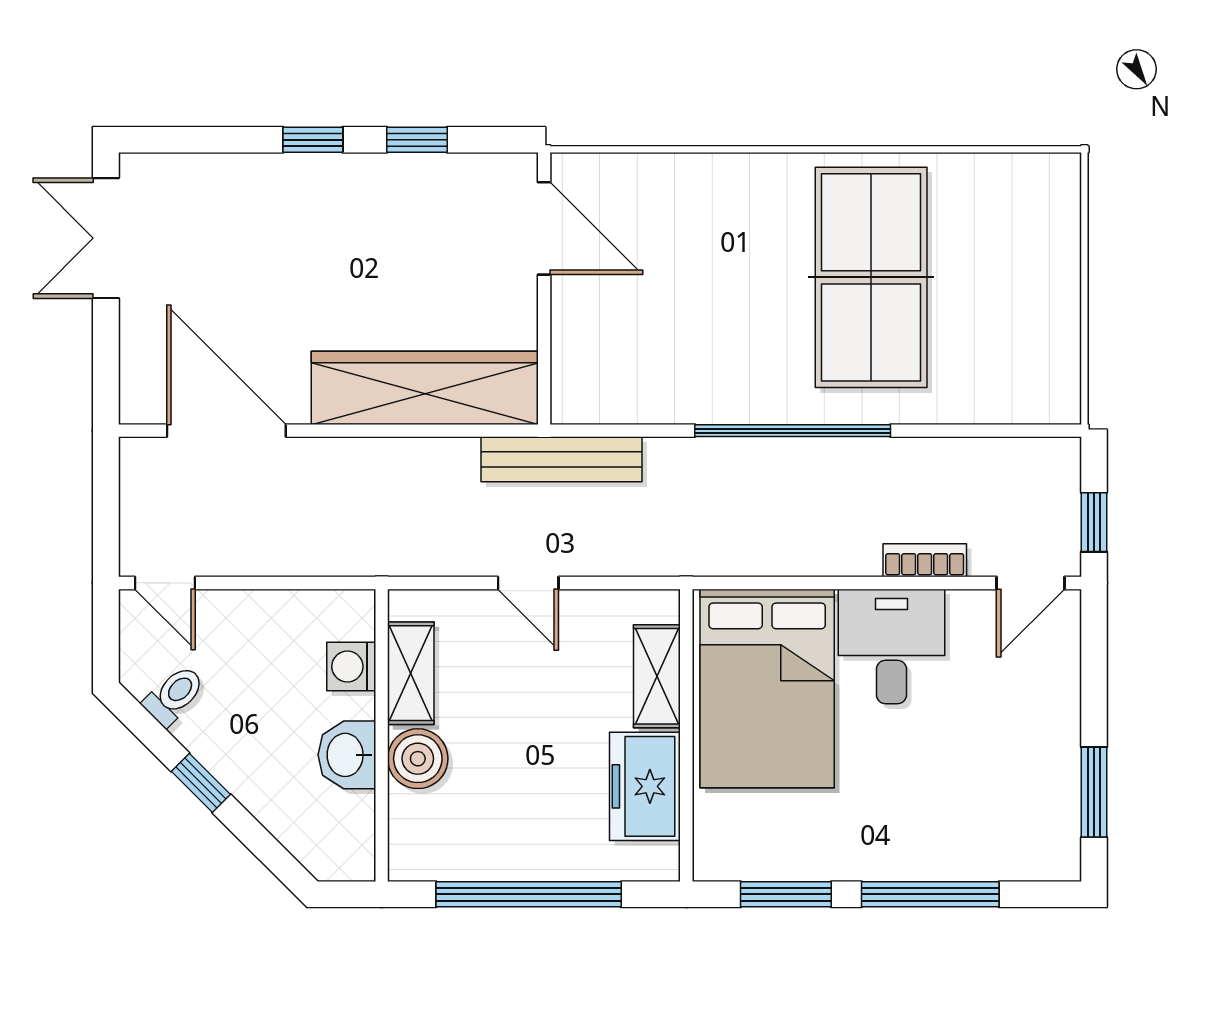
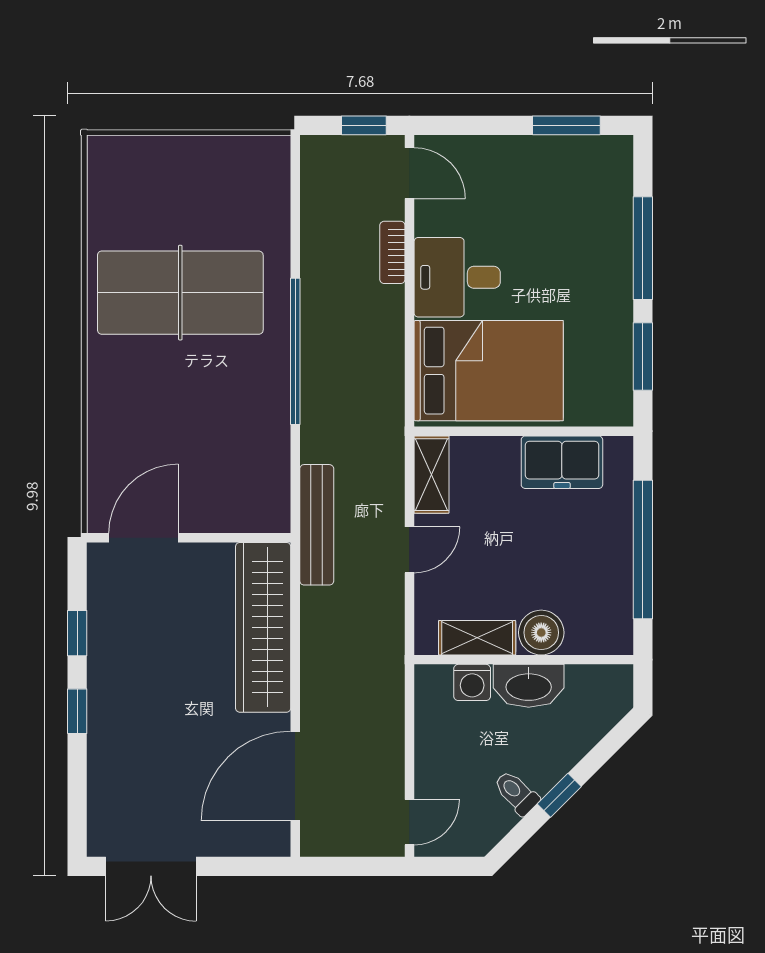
shelving: (657, 676) -> (432, 475), moved, turned 90
toilet: (174, 695) -> (516, 793), moved
washbasin: (347, 755) -> (529, 686), width x1.38

